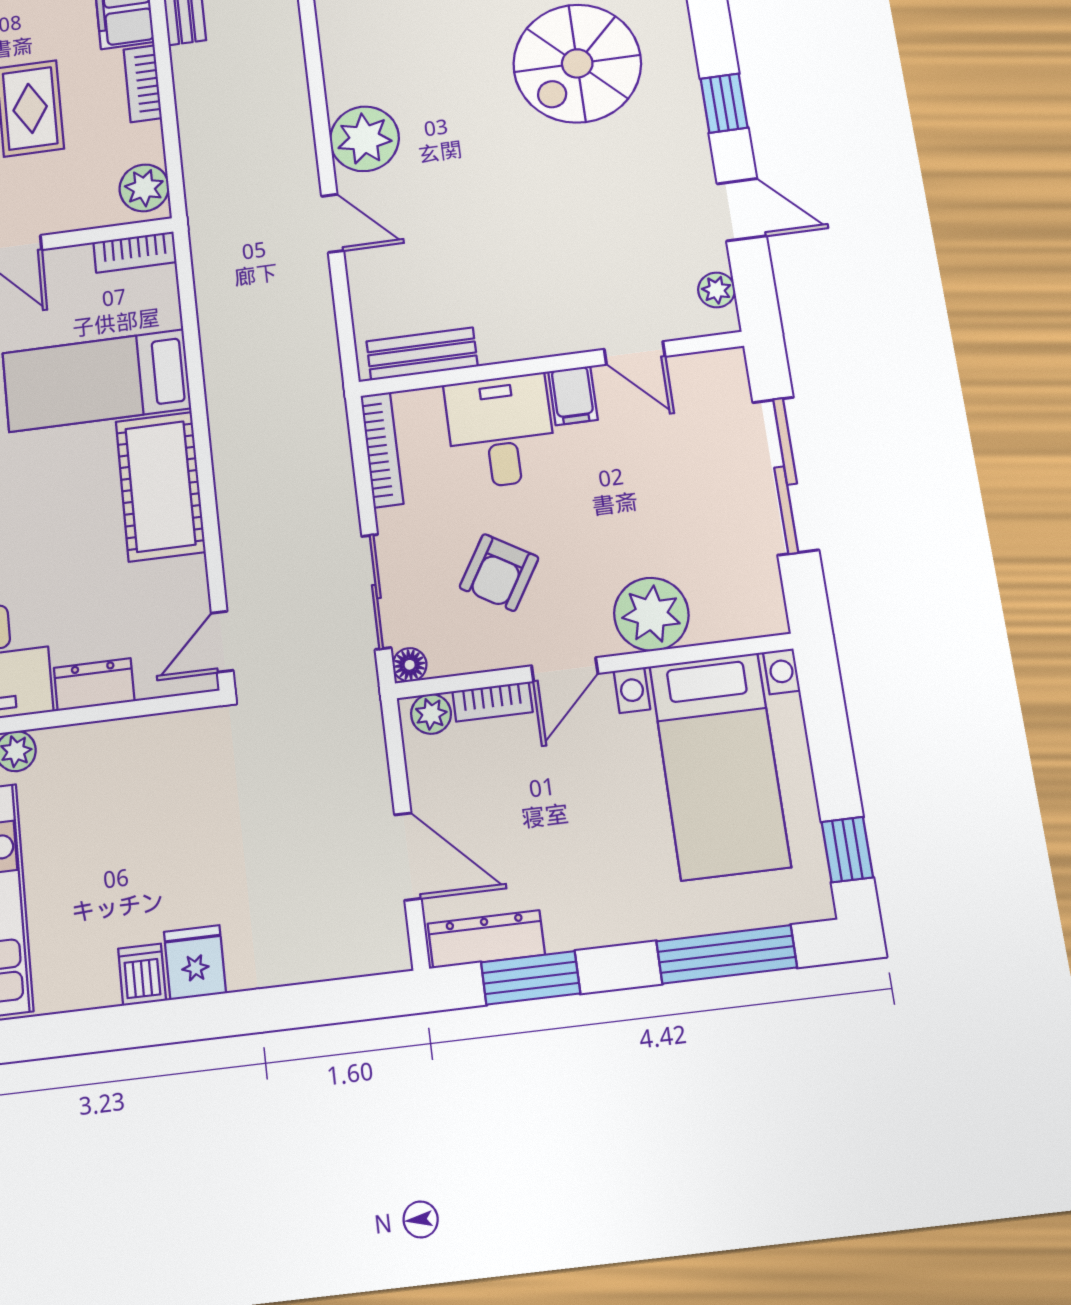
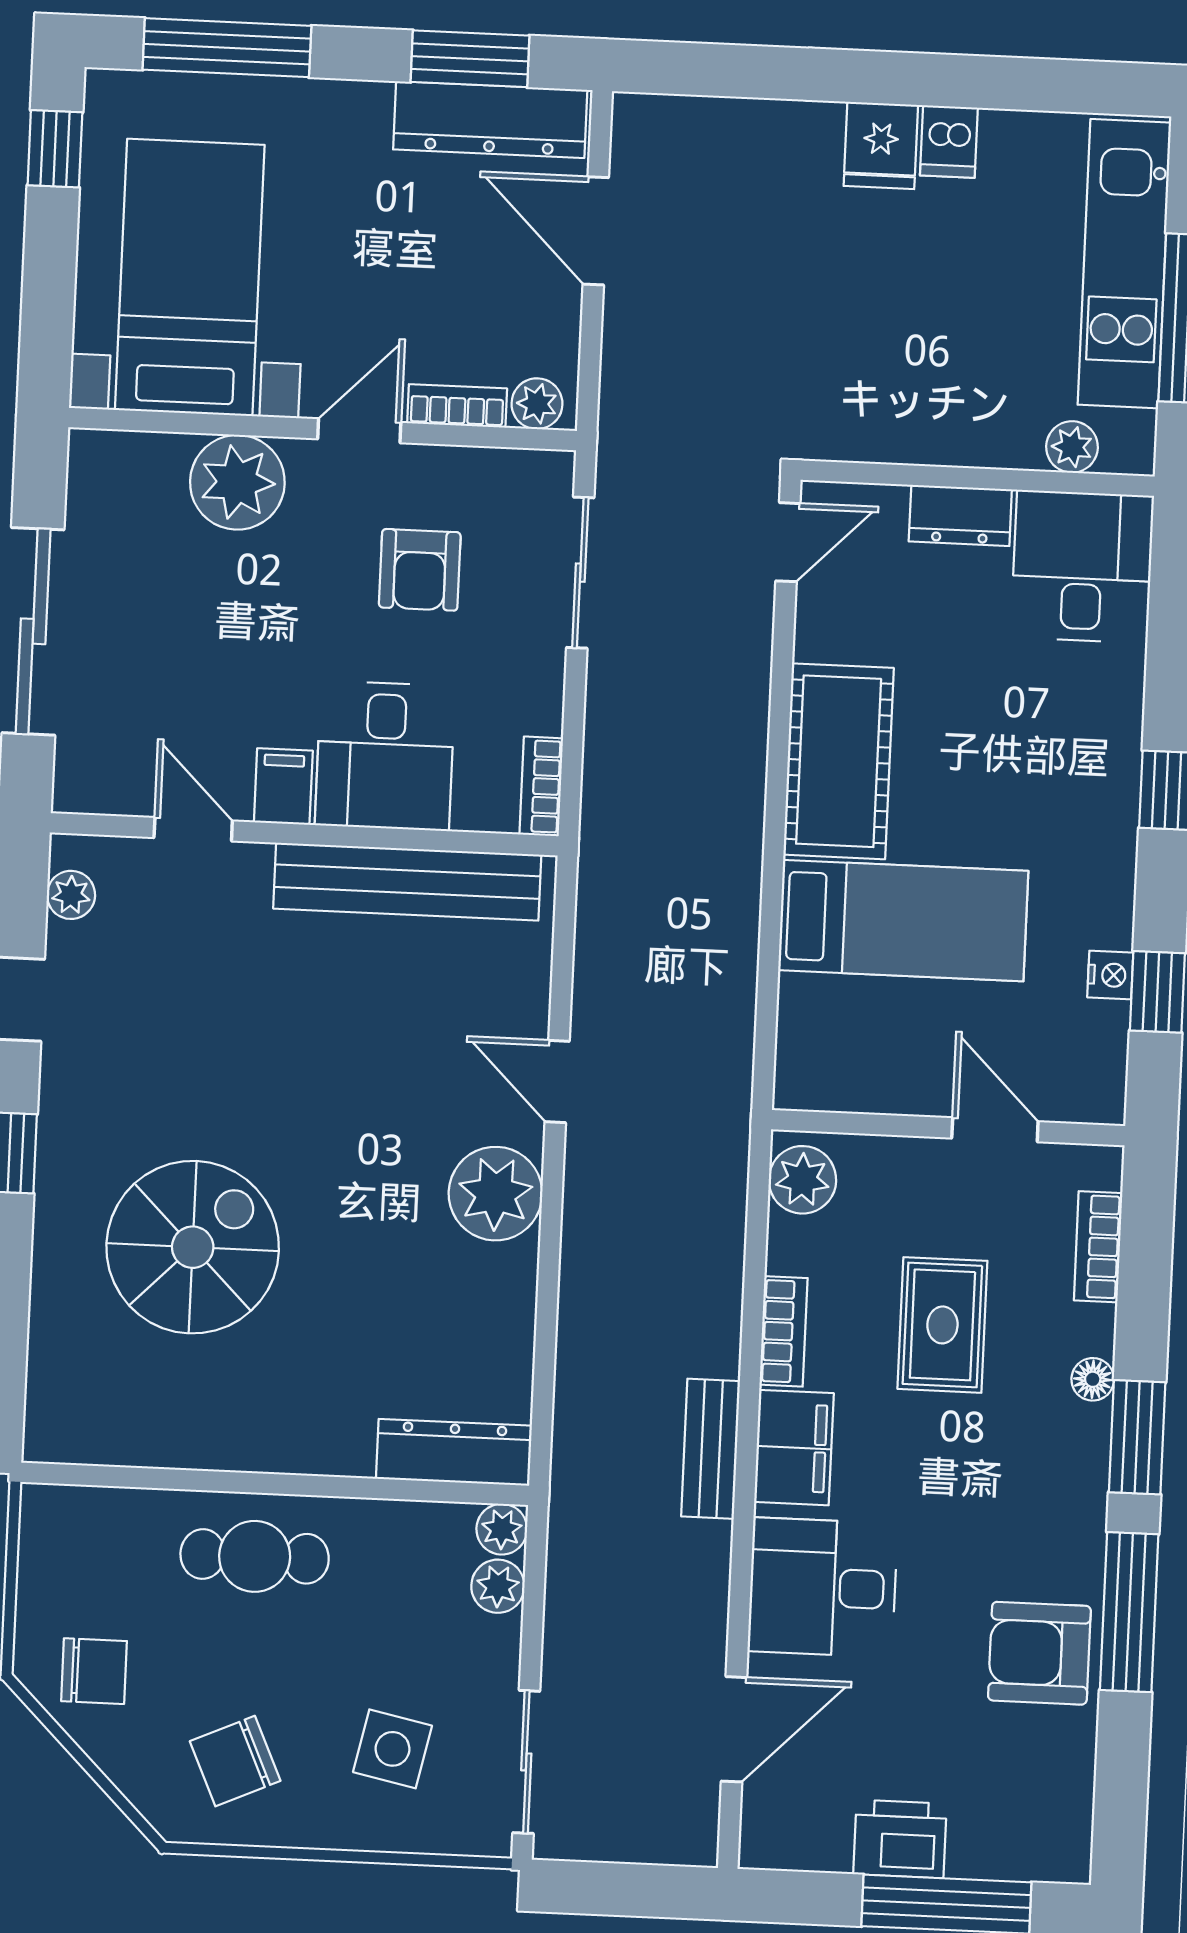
bookcase: (135, 252) -> (828, 1091), removed
bench: (422, 354) -> (407, 882), width x1.86, depth x1.21
bookcase: (382, 450) -> (541, 786), width x0.64
armchair: (499, 573) -> (420, 570), turned 149
floor lamp: (410, 665) -> (554, 471), removed
dresser: (486, 939) -> (490, 120), width x1.37, depth x1.24

